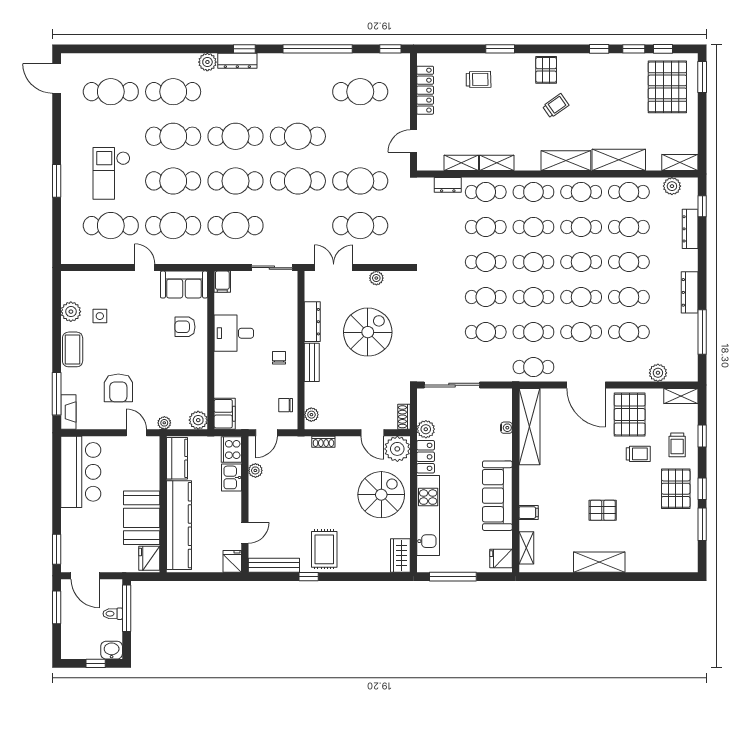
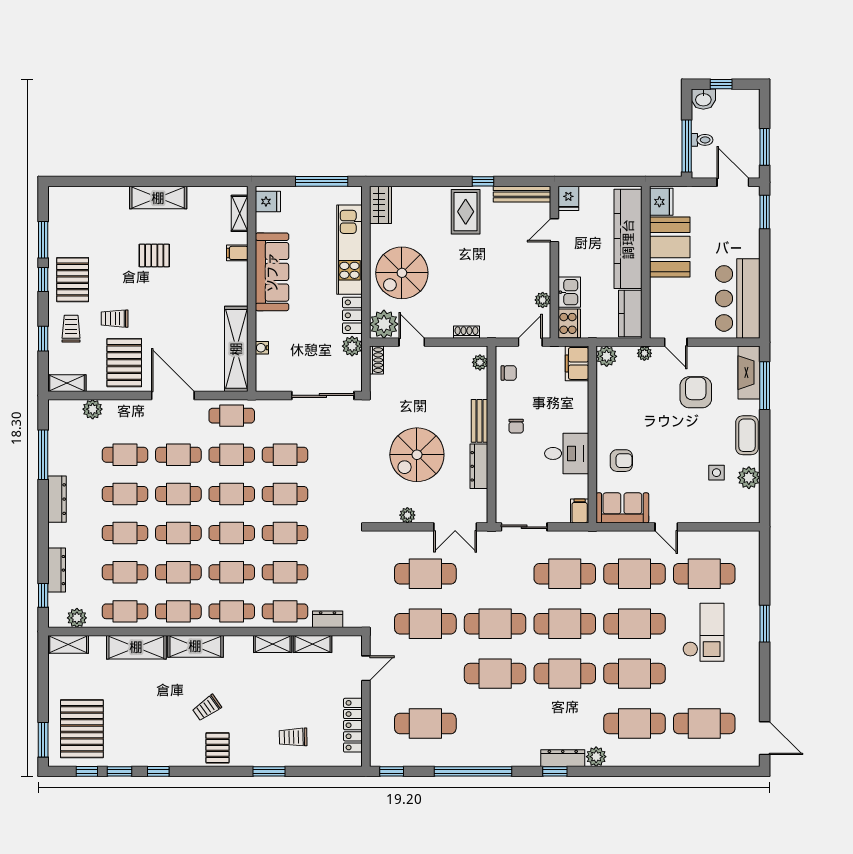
fireplace: (68, 412) -> (749, 373), width x1.37, depth x1.32

